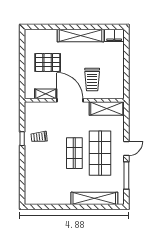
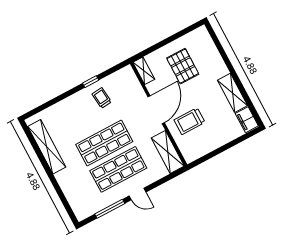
shelving: (81, 35) -> (232, 93), width x0.68
shelving: (46, 94) -> (144, 71), moved
shop shelf: (74, 153) -> (104, 143), width x1.43, depth x1.36
shelving: (94, 198) -> (47, 147), moved

